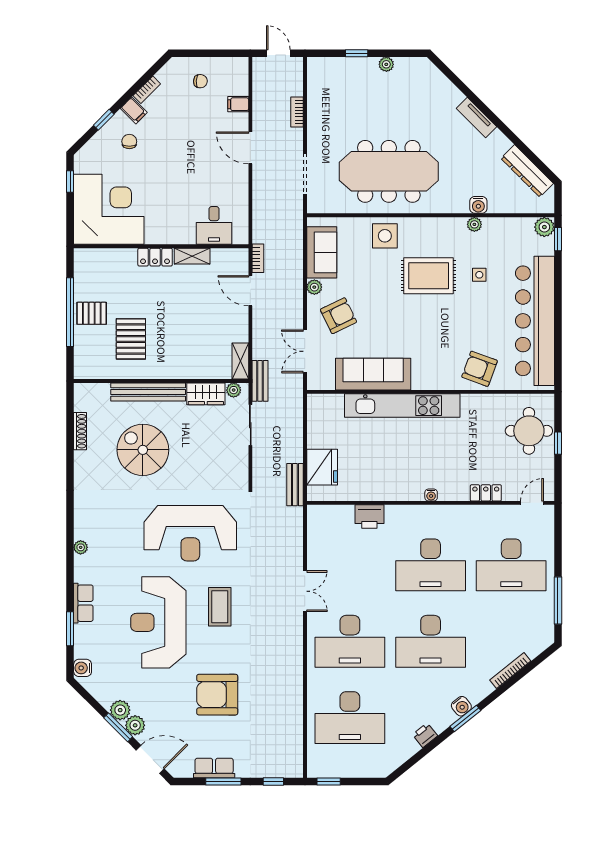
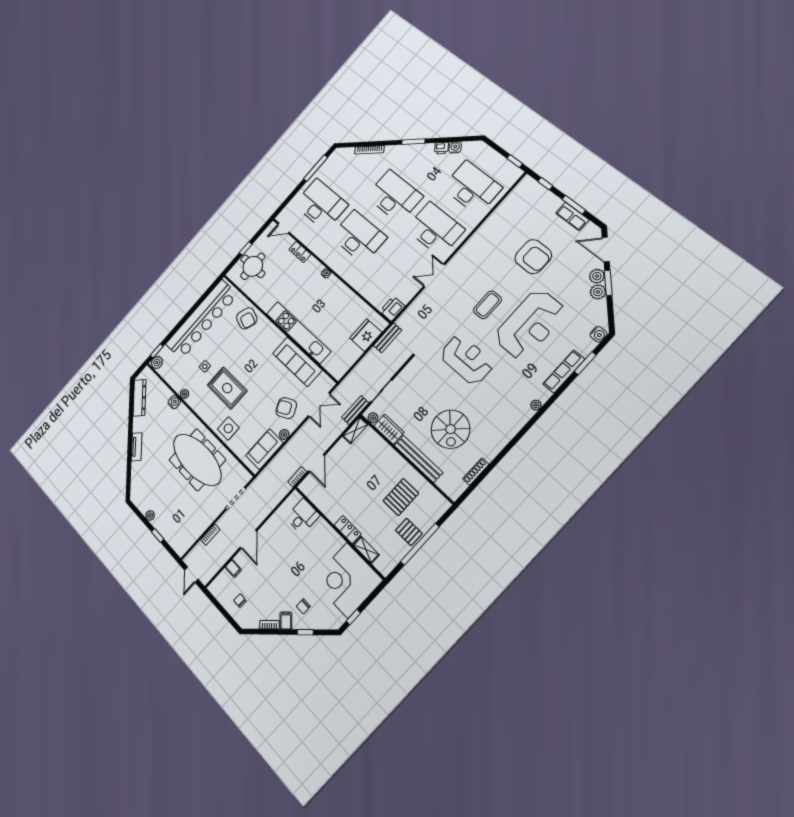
shelving: (192, 256) -> (366, 550), moved
printer: (369, 517) -> (392, 309), moved, turned -90
reception desk: (190, 533) -> (467, 360), width x0.74, depth x0.77
row of seats: (83, 603) -> (564, 372), width x1.48
water cooler: (461, 706) -> (455, 147), moved

